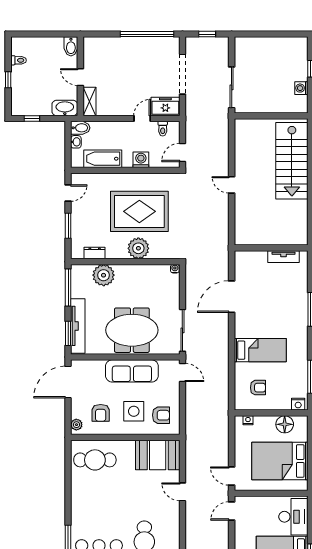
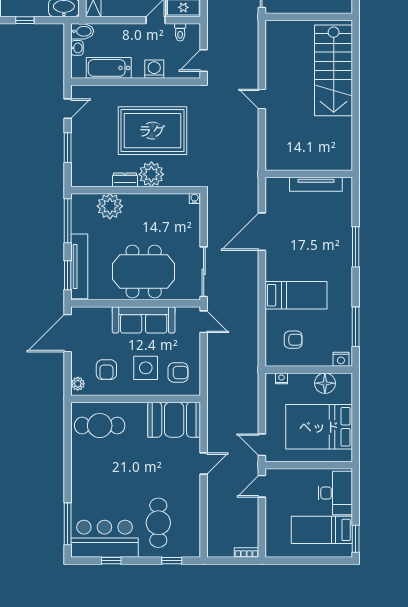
dresser: (95, 253) -> (125, 180), moved
tv unit: (284, 257) -> (316, 184), width x1.41
door: (182, 492) -> (204, 463), swing flipped

